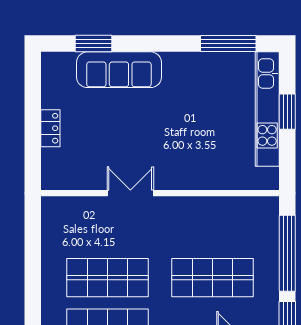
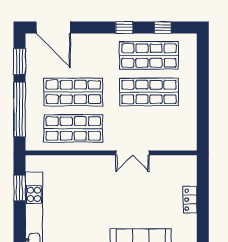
window: (287, 112) -> (20, 188), moved
shop shelf: (213, 227) -> (73, 128), added

